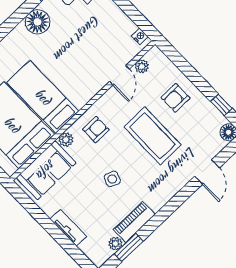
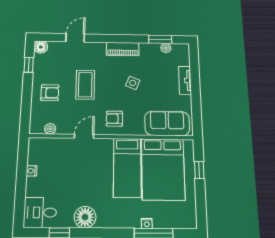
nightstand: (140, 36) -> (32, 171), moved
door: (119, 75) -> (84, 136), moved
coffee table: (152, 136) -> (85, 85), width x0.73, depth x0.76
plant: (66, 140) -> (138, 130), removed
piano: (134, 222) -> (123, 49), moved

